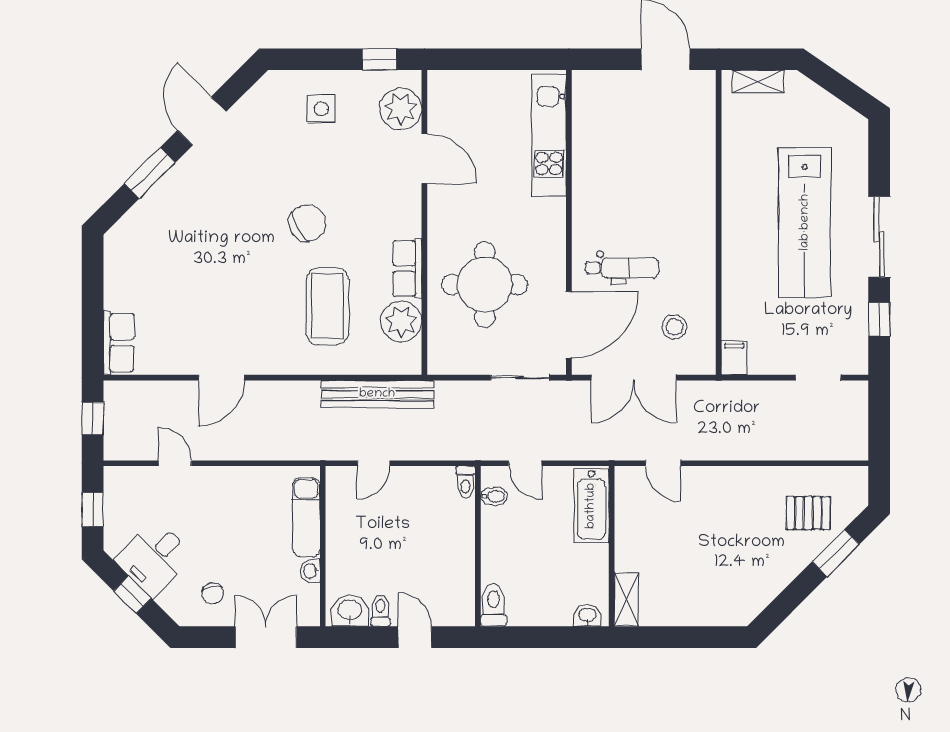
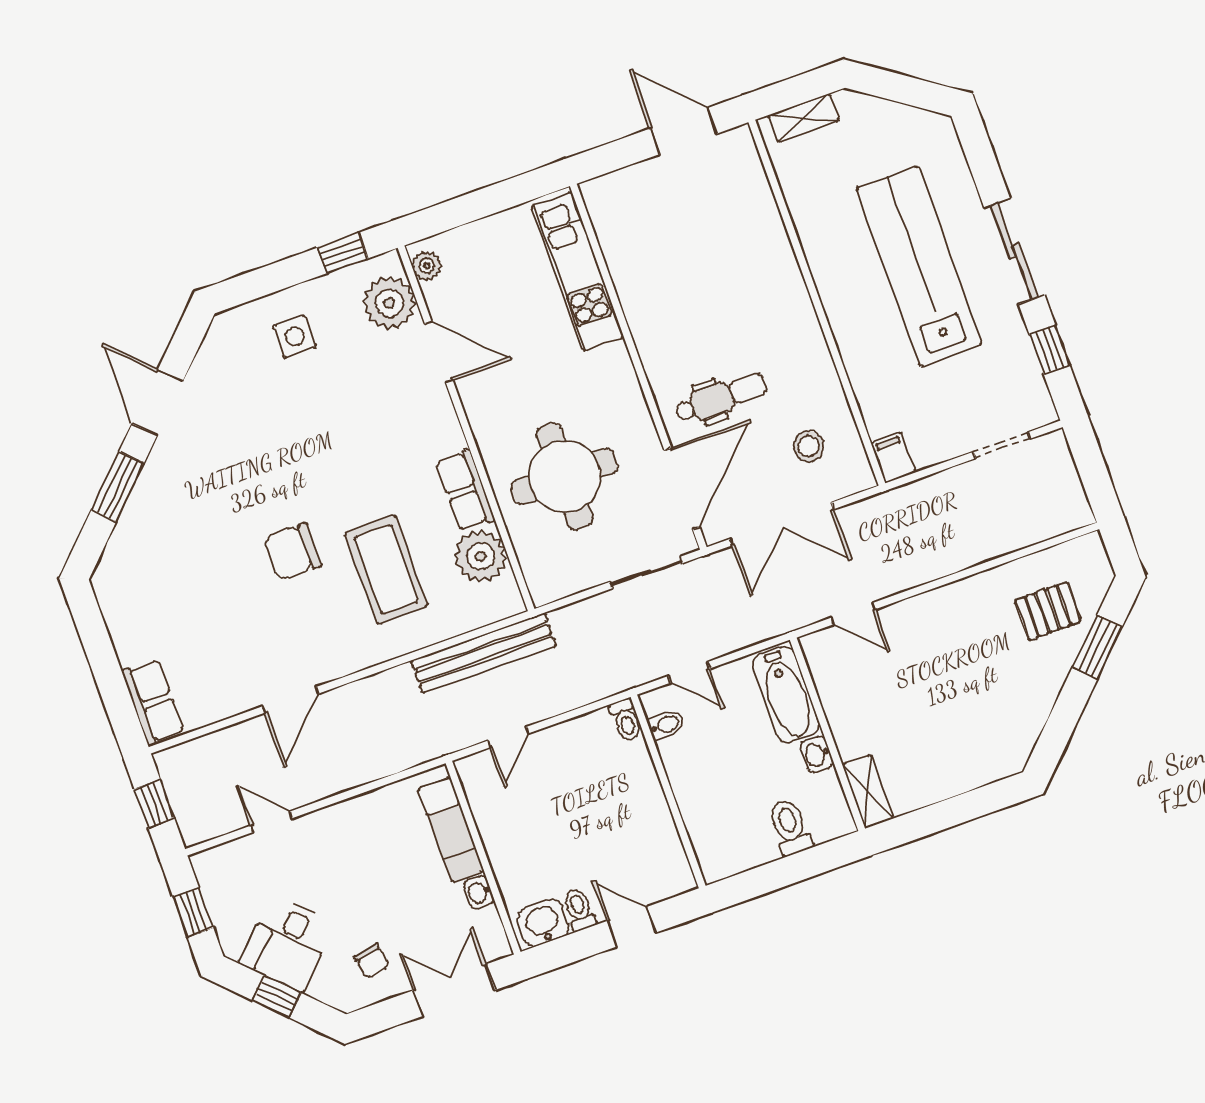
plant: (438, 91) -> (427, 266), added
lab bench: (805, 222) -> (919, 266), turned 180
chair: (307, 223) -> (292, 552), moved, turned -150
toilet: (493, 605) -> (790, 827), moved
washbasin: (587, 616) -> (817, 754), moved, turned -90

